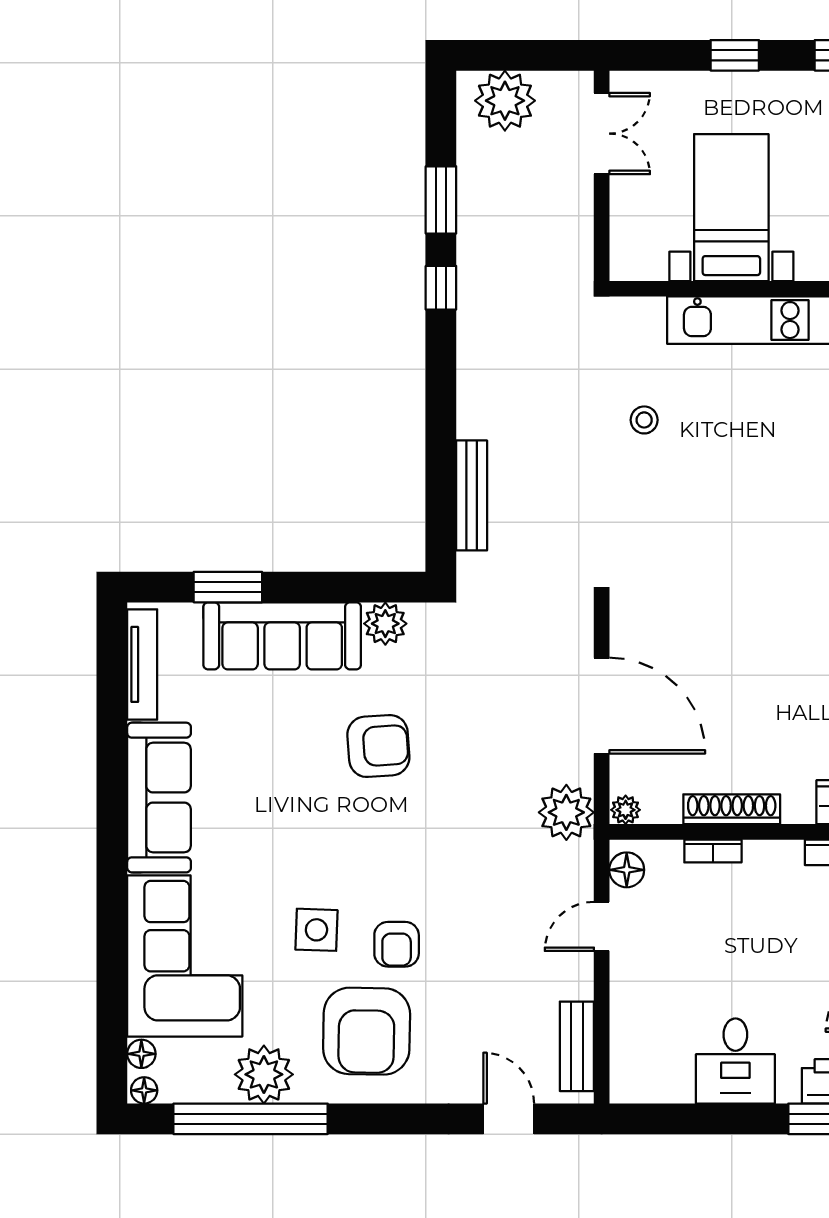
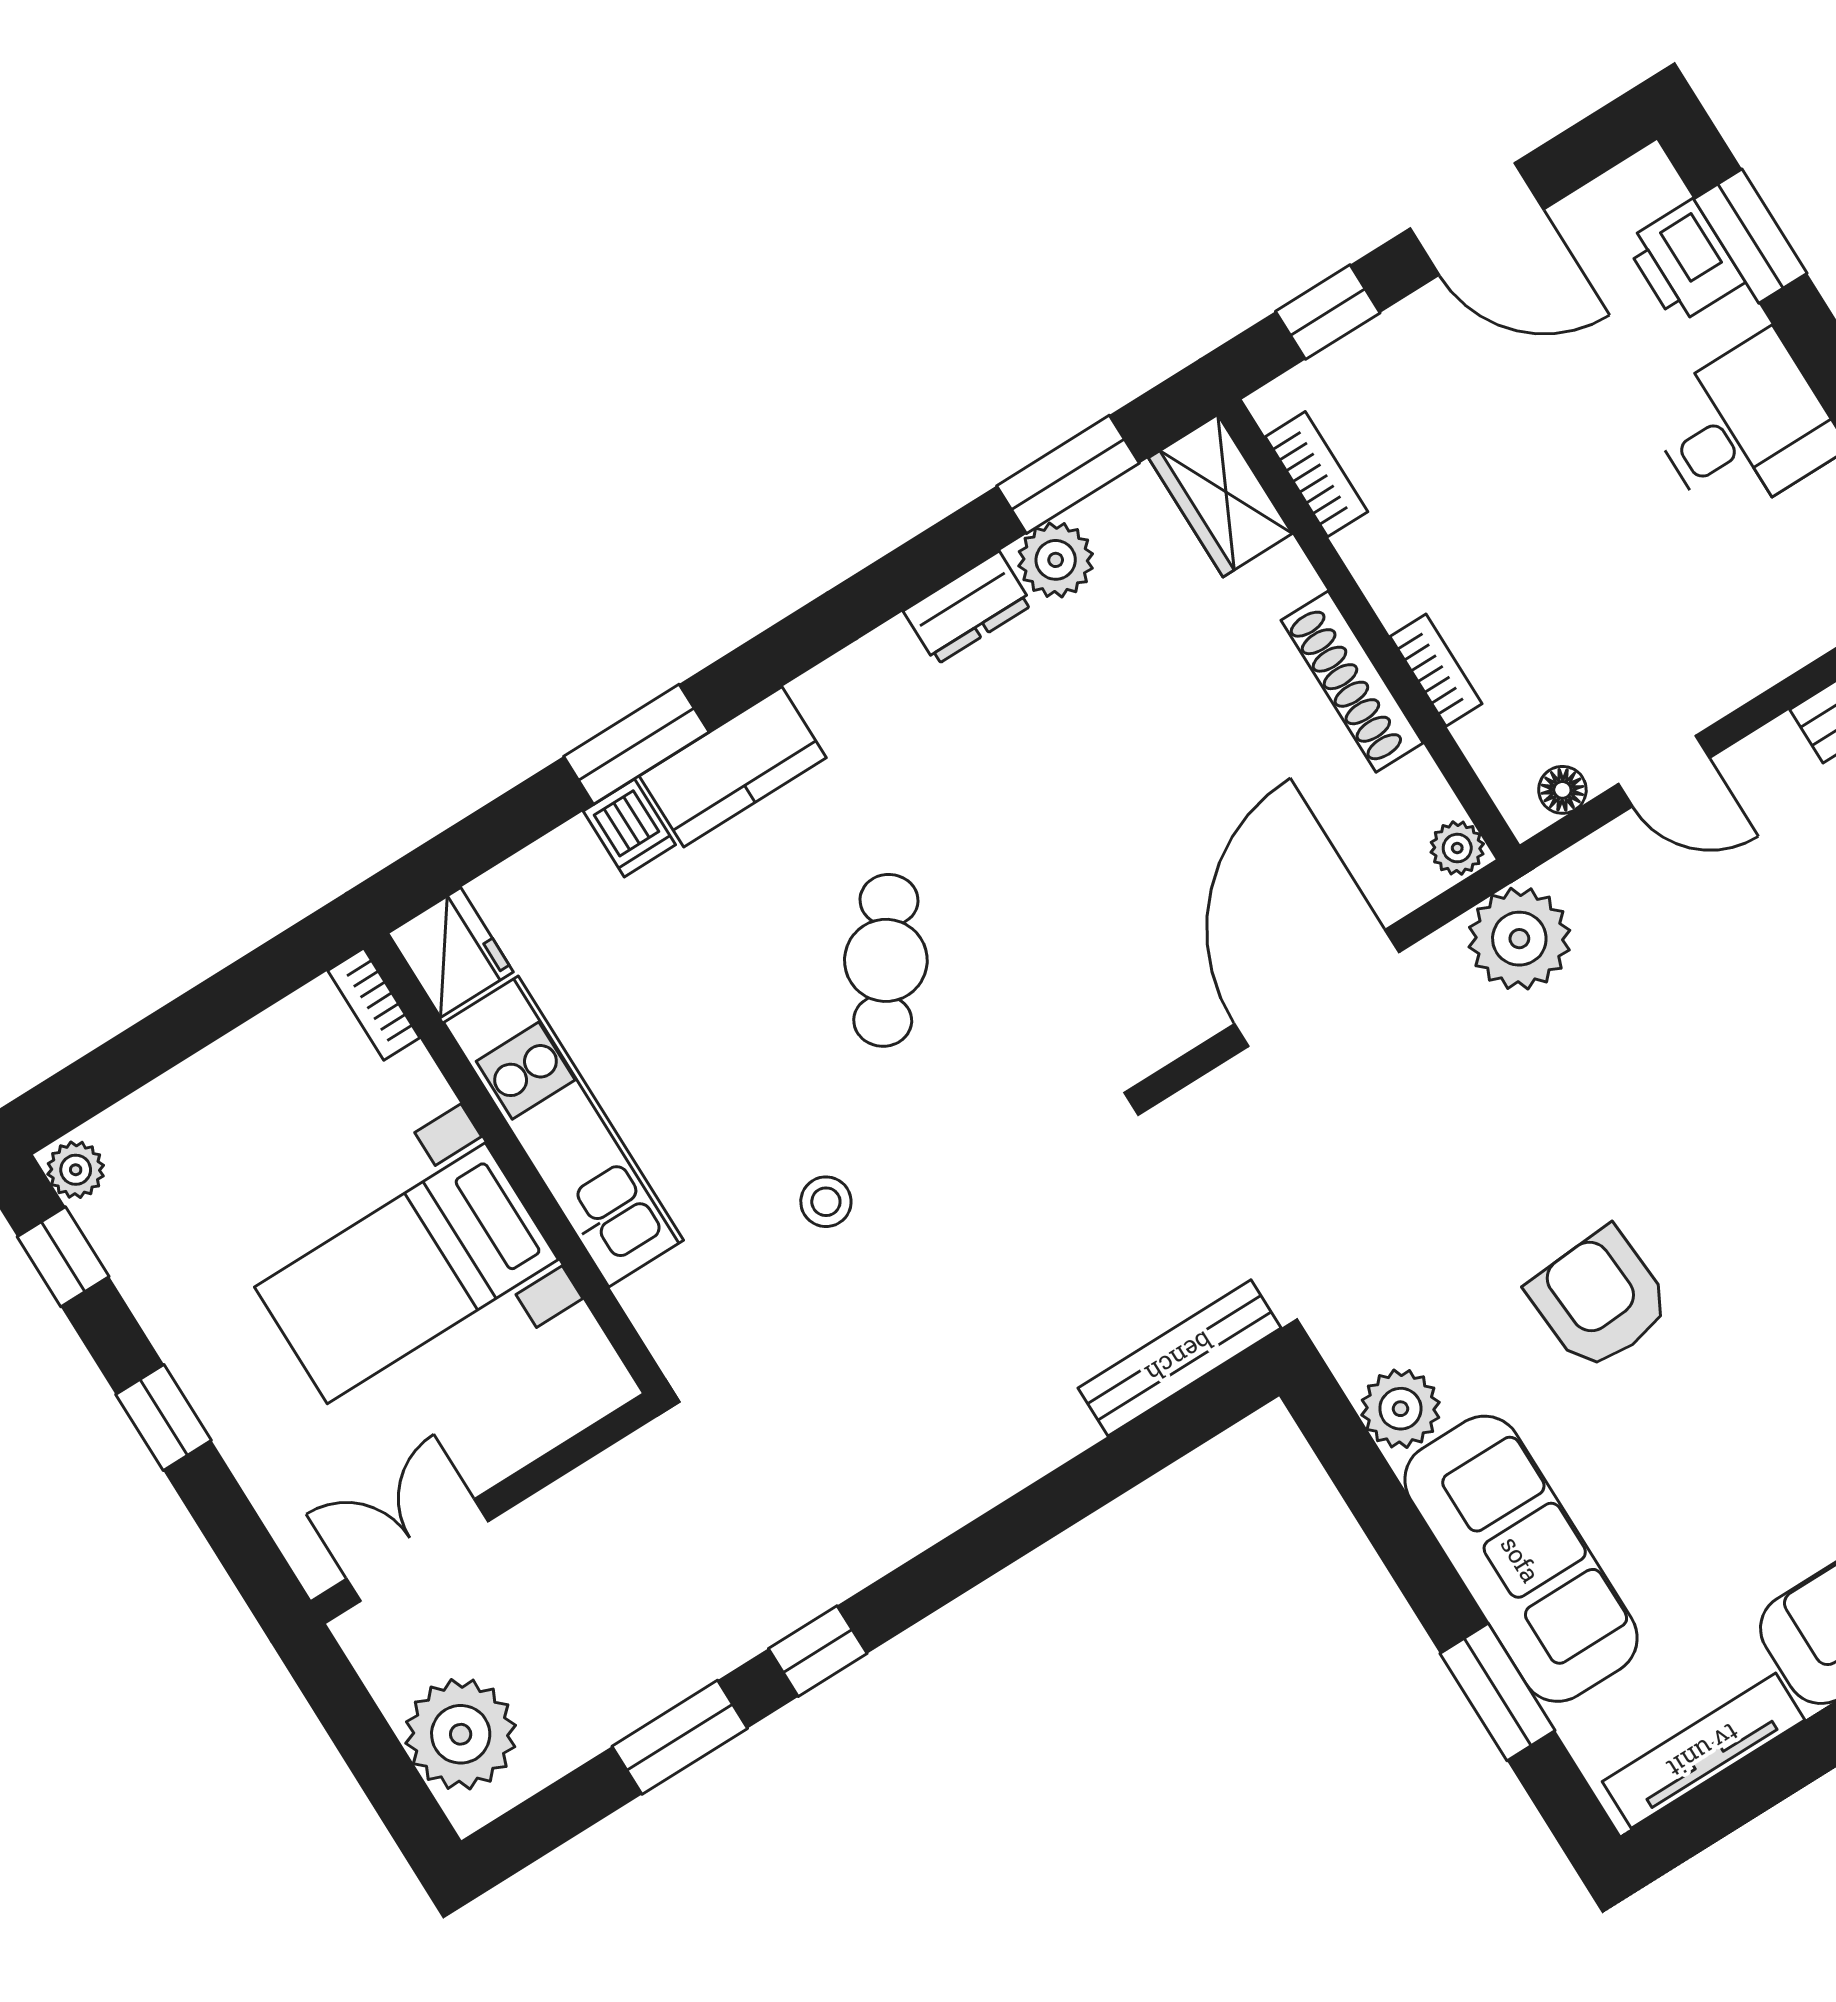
bench: (472, 495) -> (1179, 1358), moved
cafe table: (737, 516) -> (886, 960), added
floor lamp: (627, 870) -> (1562, 790), width x0.73, depth x0.73

